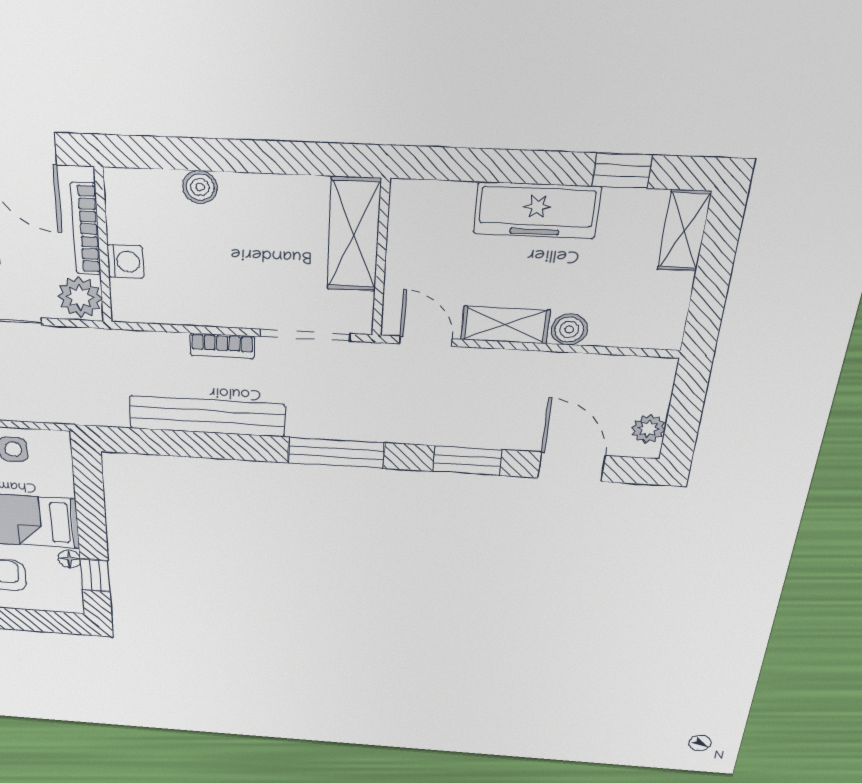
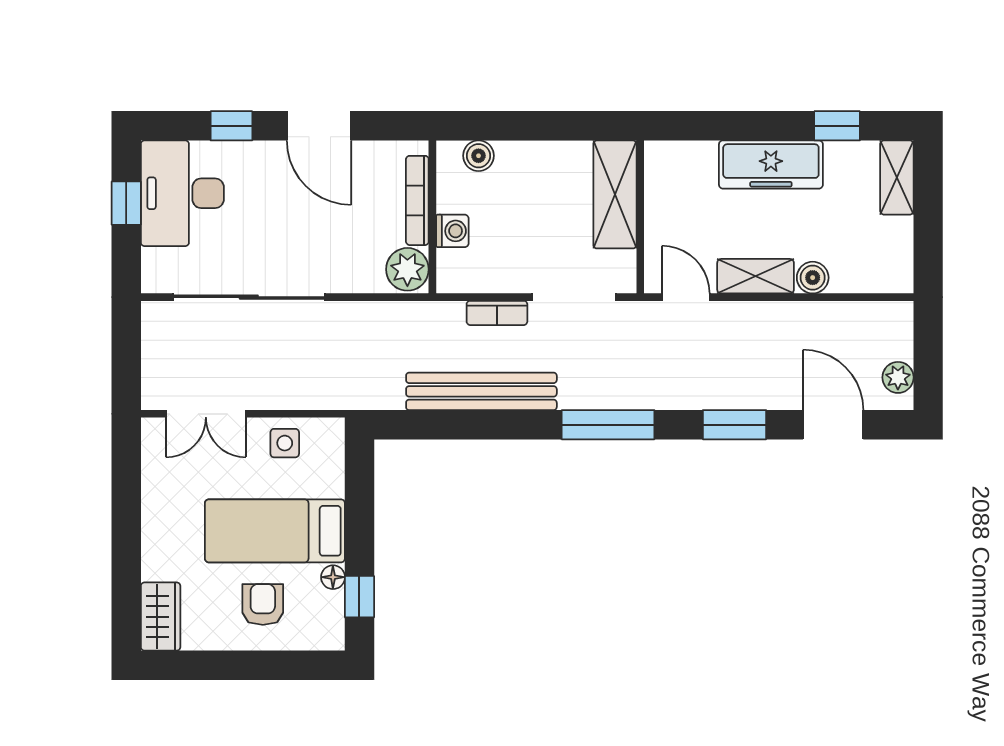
bookcase: (86, 229) -> (417, 200), moved
wall: (103, 247) -> (432, 217), moved
washing machine: (125, 262) -> (452, 231), moved
plant: (80, 297) -> (407, 269), moved

